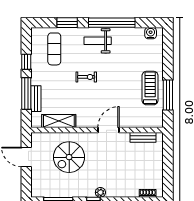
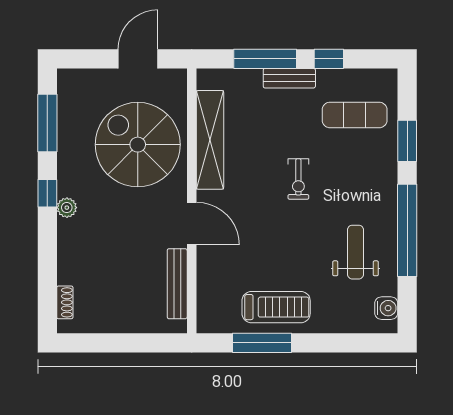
weight bench: (98, 41) -> (355, 252), moved
bench: (36, 99) -> (289, 78), moved
shelving: (59, 121) -> (210, 140), width x1.47
bench: (143, 137) -> (177, 284), width x1.36
spiral stairs: (69, 157) -> (138, 145), width x1.37, depth x1.37

